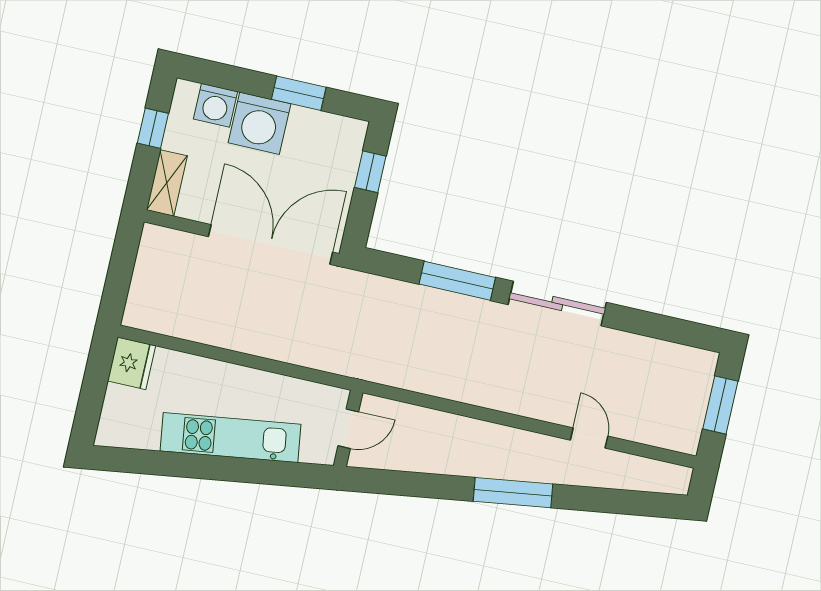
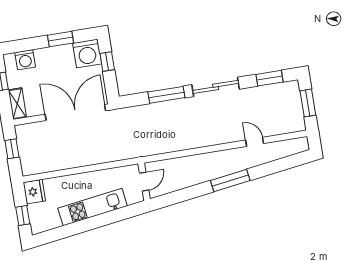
washing machine: (260, 123) -> (87, 53), moved
window: (122, 265) -> (12, 149), added
window: (667, 328) -> (270, 78), added
window: (91, 400) -> (23, 215), added

